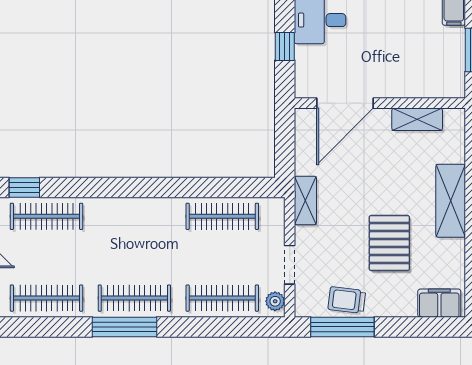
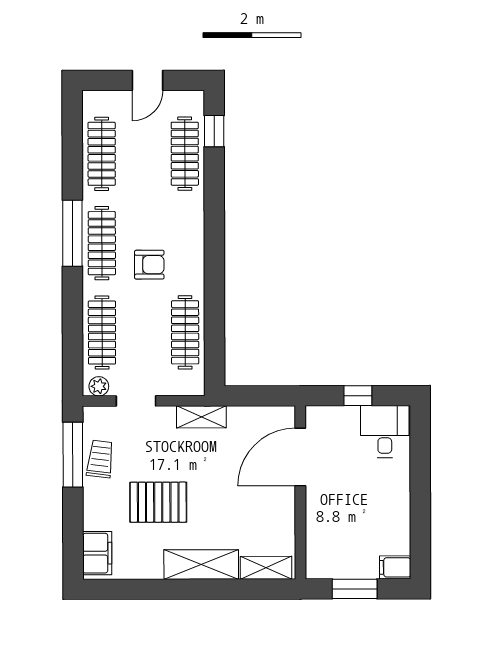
door: (345, 103) -> (300, 457), hinge flipped
shelving: (417, 119) -> (266, 568), moved, turned 90
armchair: (156, 251) -> (149, 265), added

